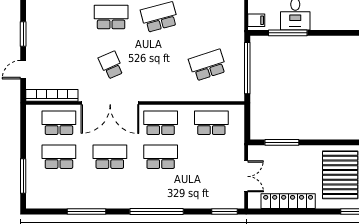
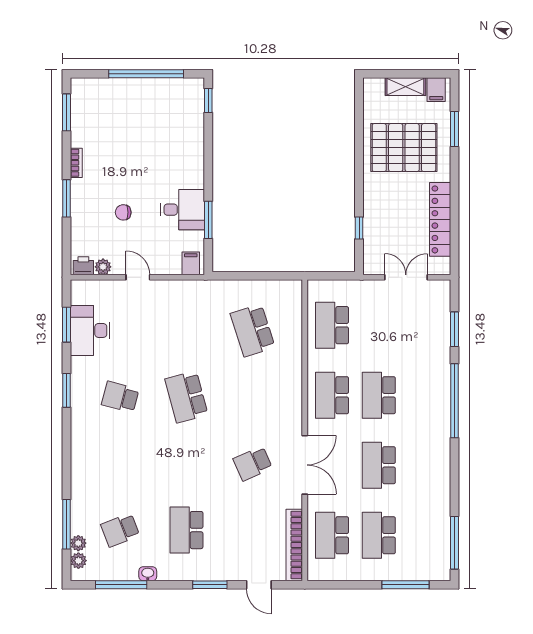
school desk: (111, 17) -> (186, 530), moved
window: (288, 33) -> (208, 220), width x0.69
window: (247, 68) -> (257, 276), removed
double door: (110, 103) -> (305, 465), width x0.73
window: (282, 142) -> (359, 228), width x0.46
window: (86, 212) -> (454, 543), moved
window: (225, 212) -> (454, 329), moved

